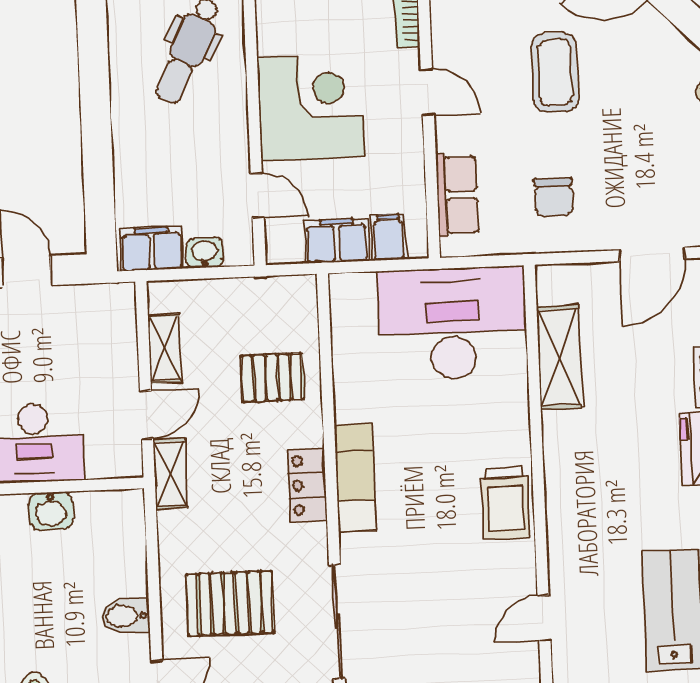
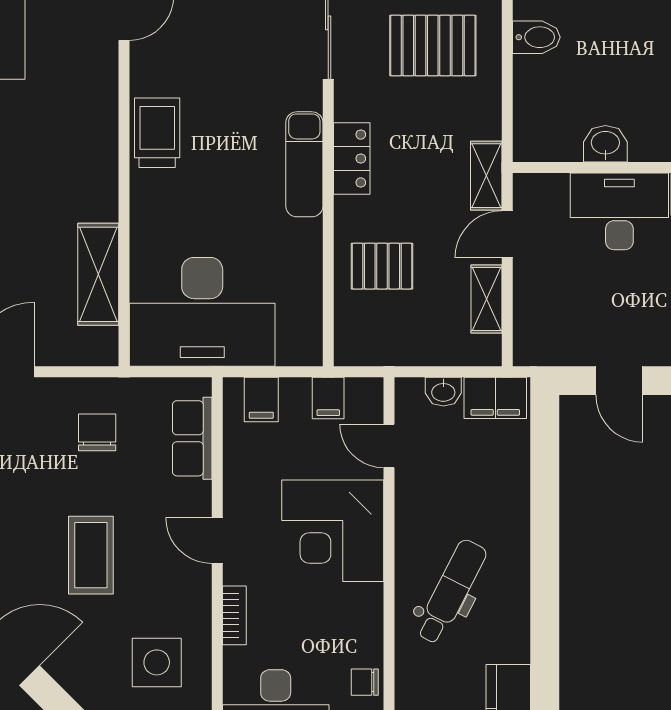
filing cabinet: (337, 241) -> (328, 398), width x0.50

